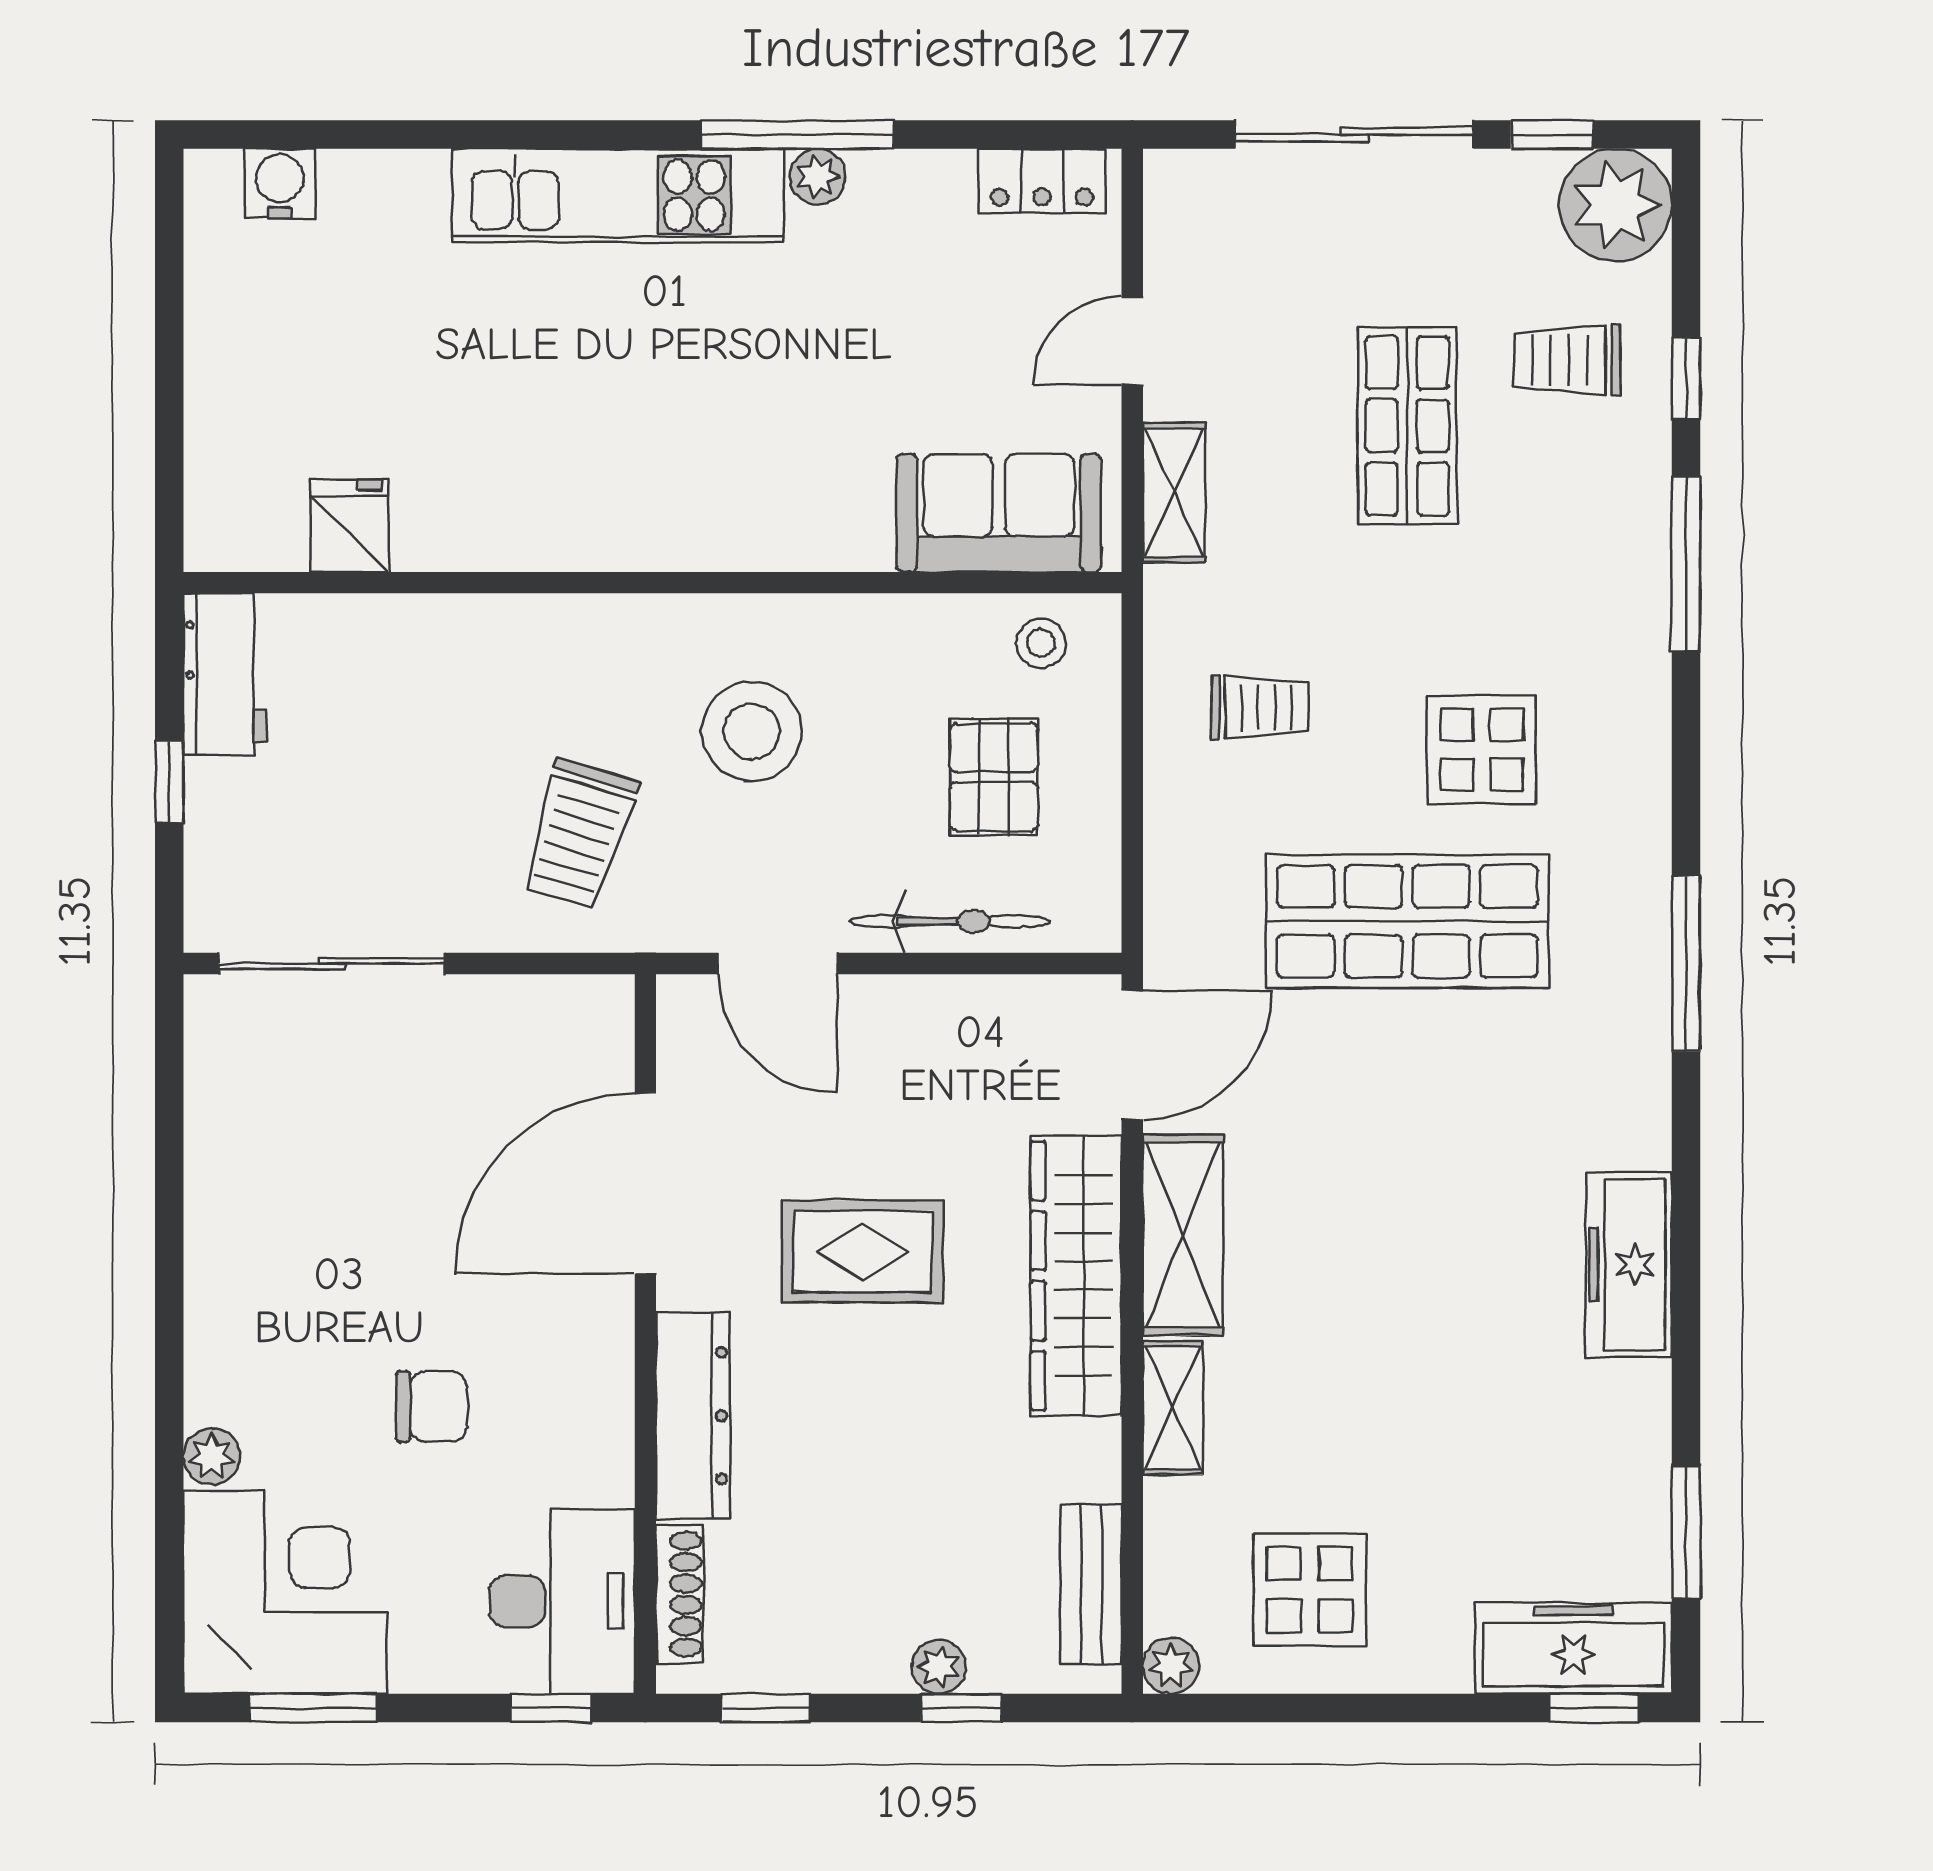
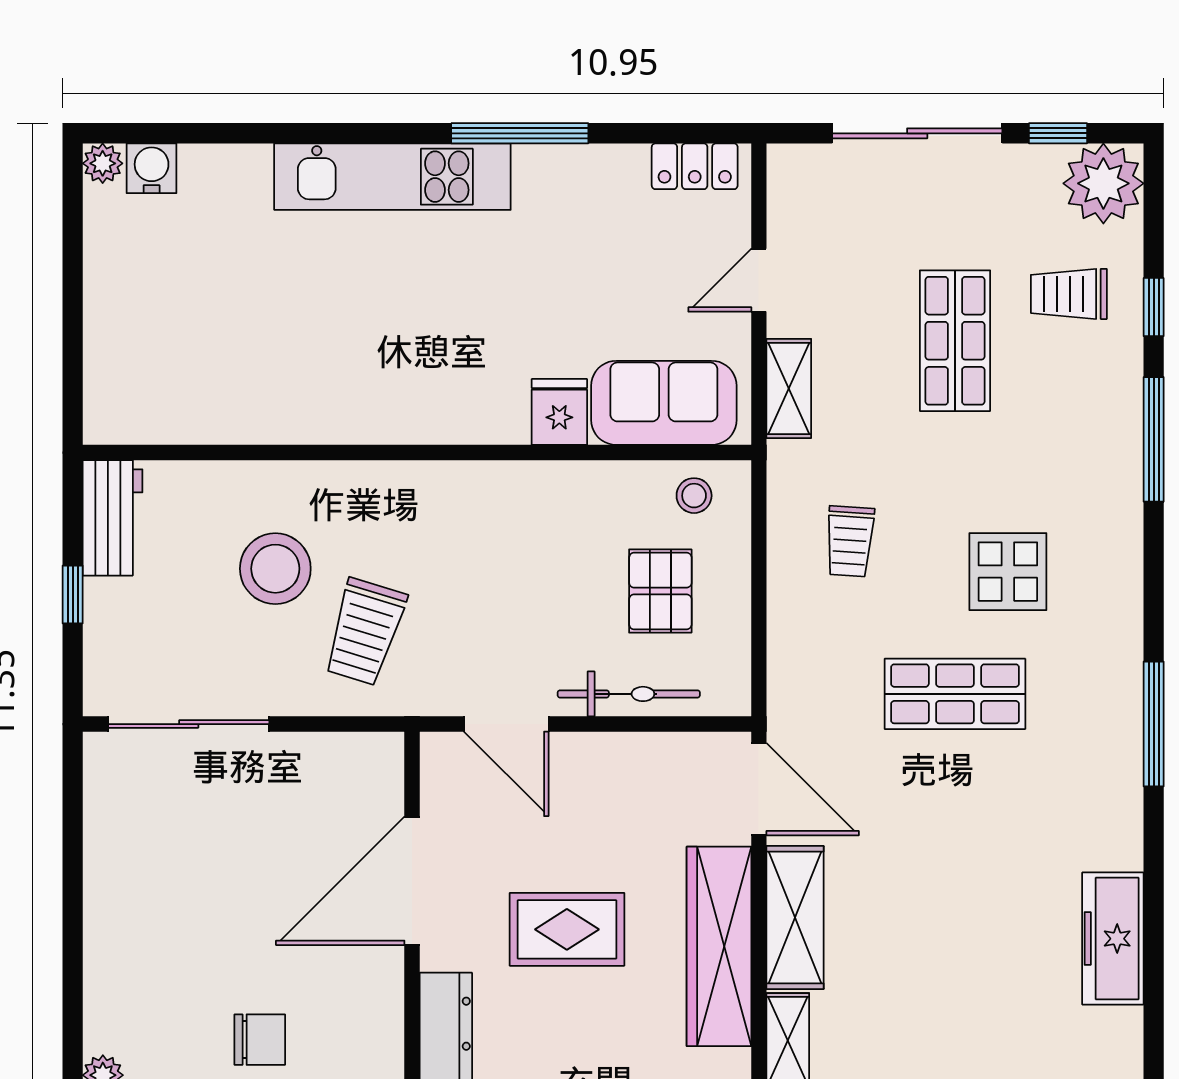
plant: (817, 177) -> (103, 163), moved
fridge: (350, 526) -> (559, 412), moved
trolley: (1260, 707) -> (850, 541), turned 94
stool: (752, 731) -> (275, 569), moved
shop shelf: (1407, 921) -> (955, 694), width x0.70, depth x0.74
door: (1132, 1055) -> (759, 789), hinge flipped

